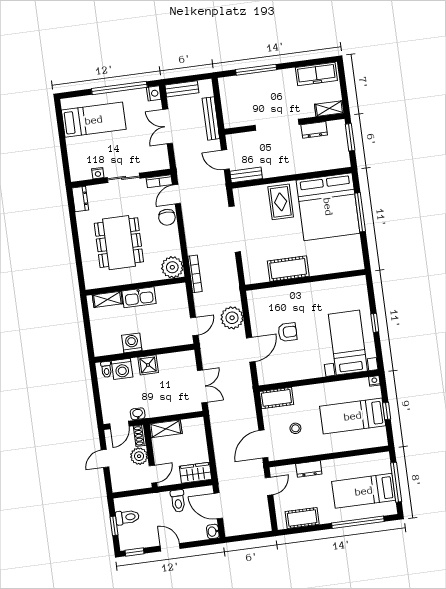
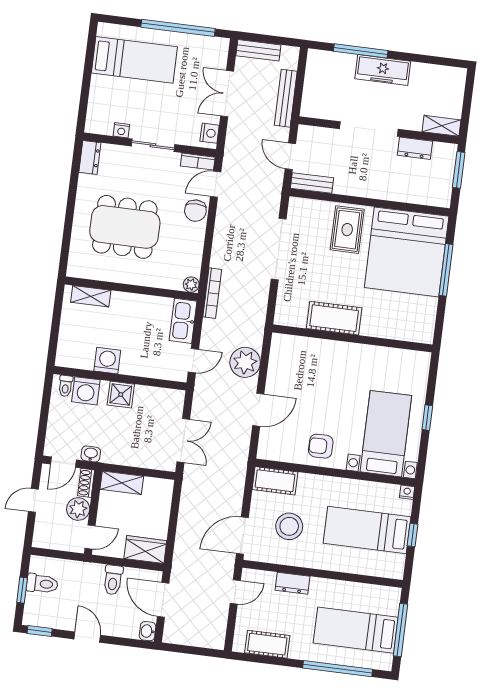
freezer: (316, 74) -> (383, 70), moved
nightstand: (154, 93) -> (210, 133), moved
dining table: (119, 243) -> (125, 227), turned 90
plant: (172, 267) -> (191, 285), width x0.53, depth x0.53
kitchen sink: (139, 297) -> (183, 321), moved, turned 90
armchair: (287, 332) -> (321, 446), moved, turned 180
stool: (295, 428) -> (289, 526), width x1.89, depth x1.89

